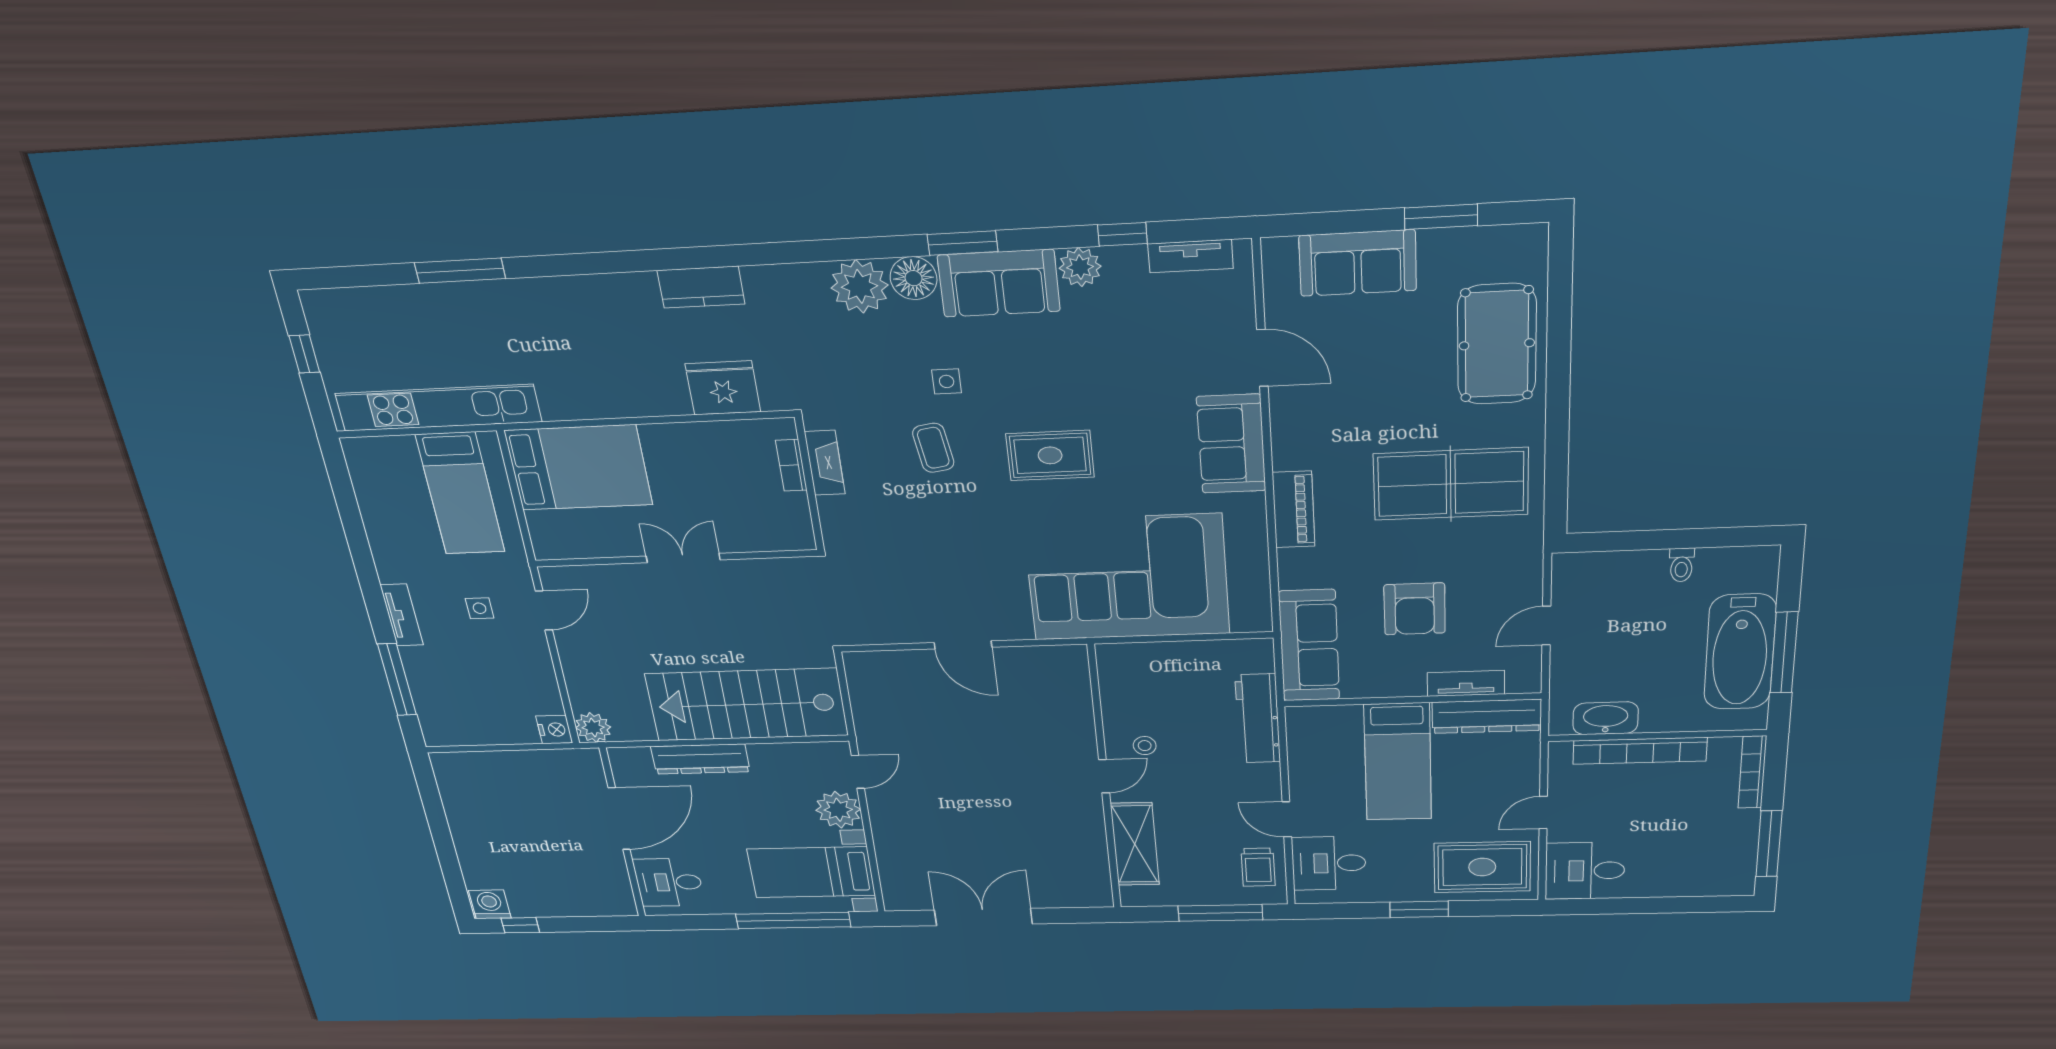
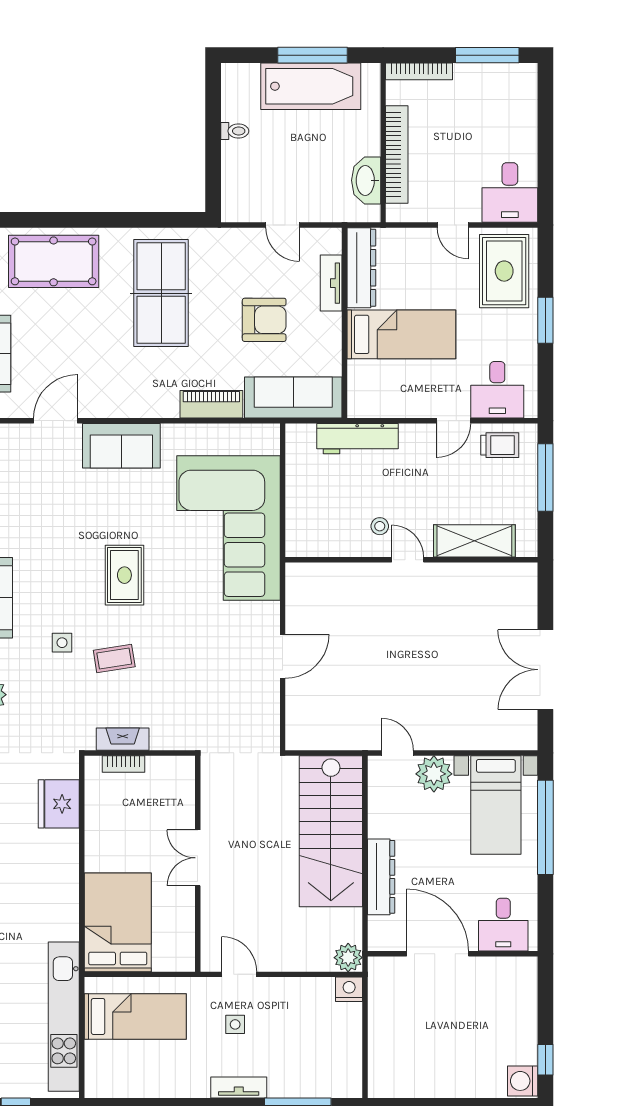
piano: (1294, 509) -> (211, 404), moved

